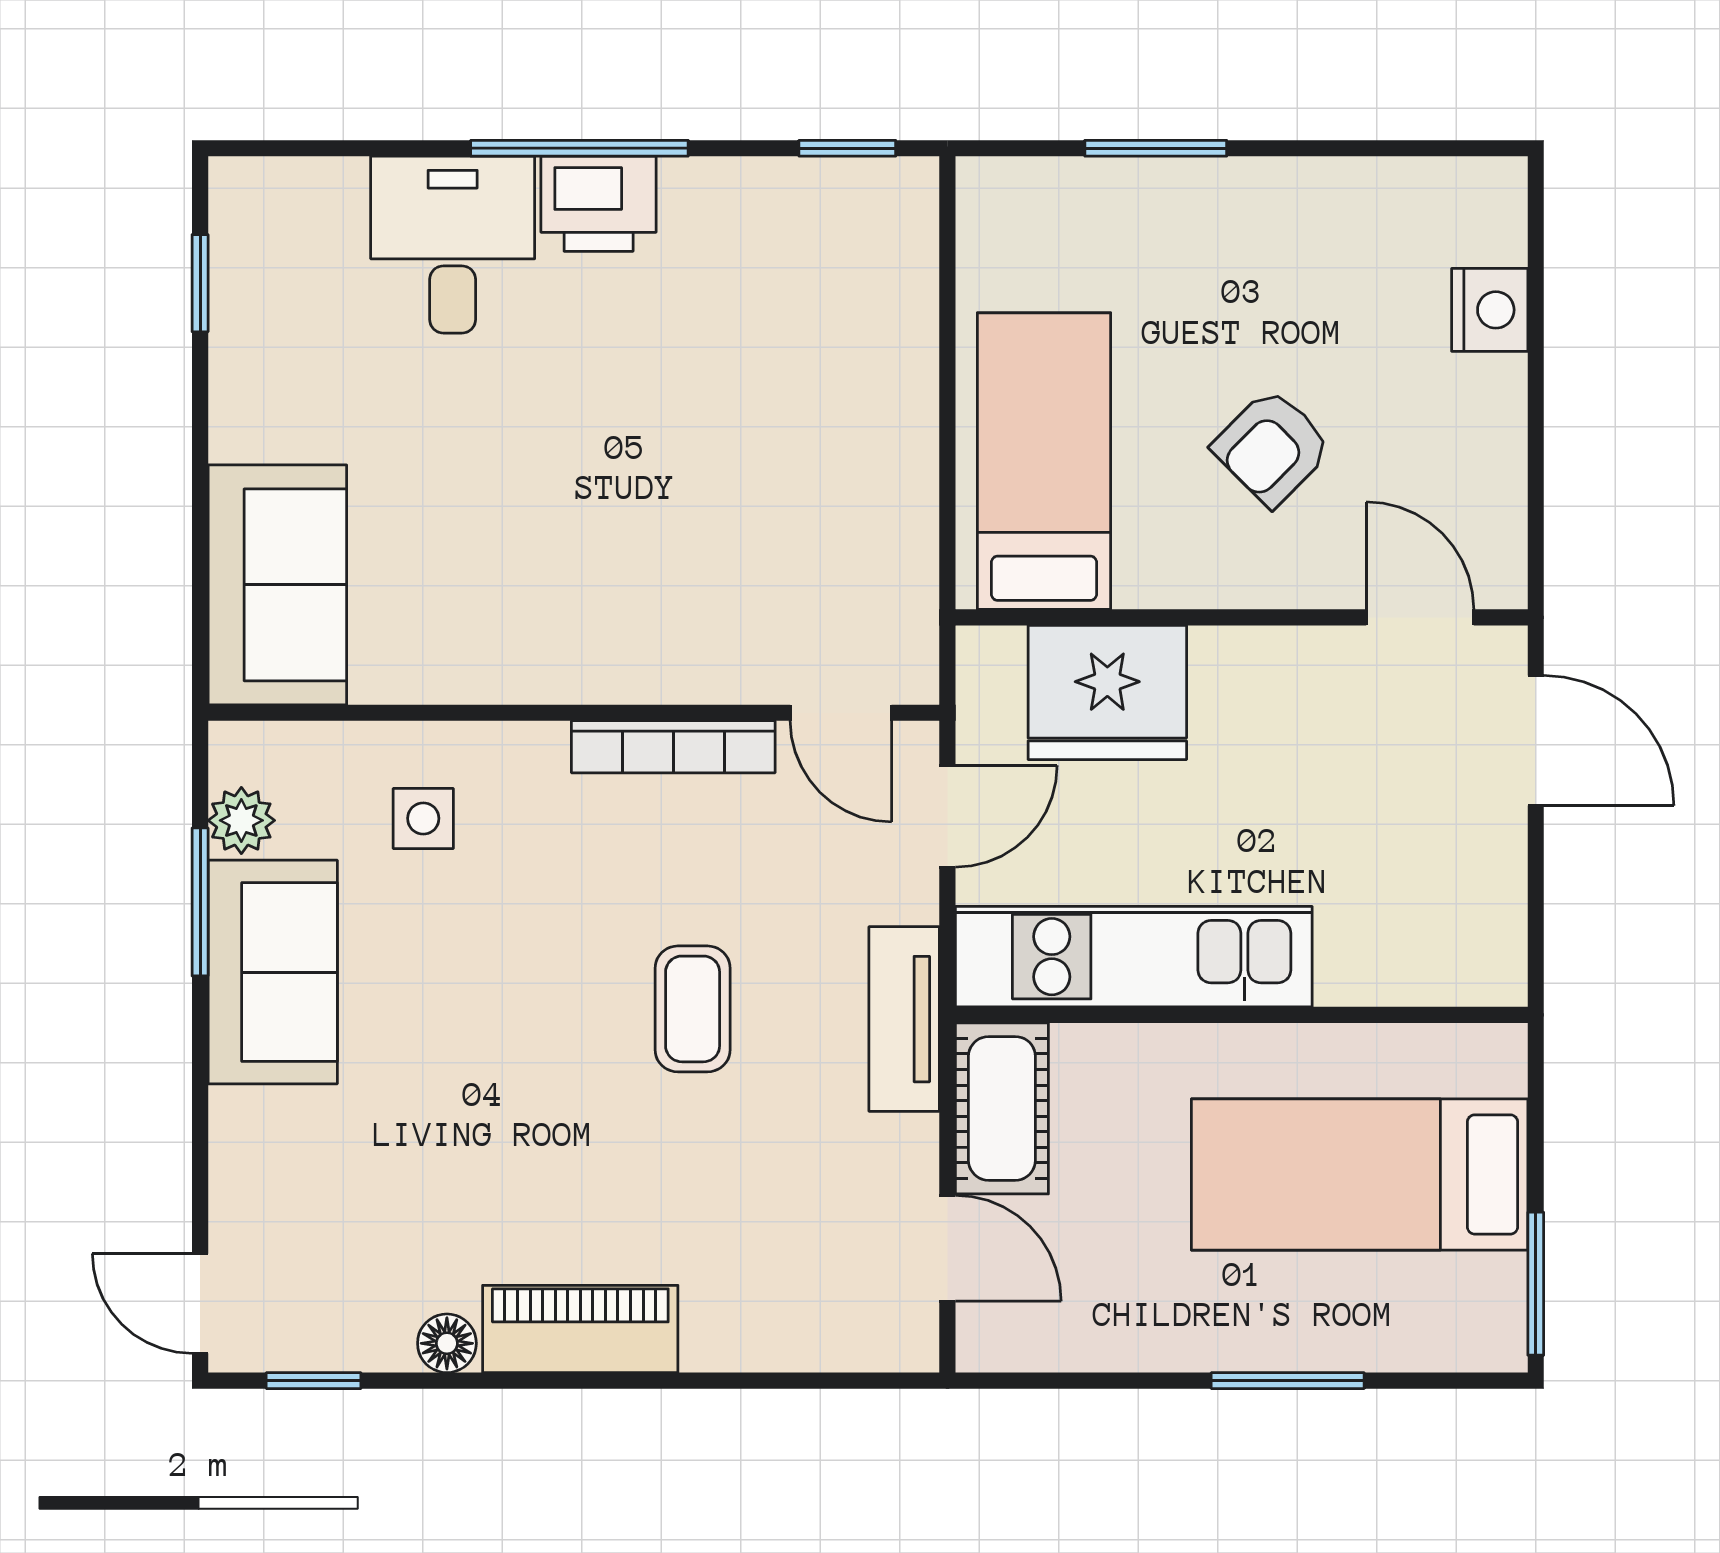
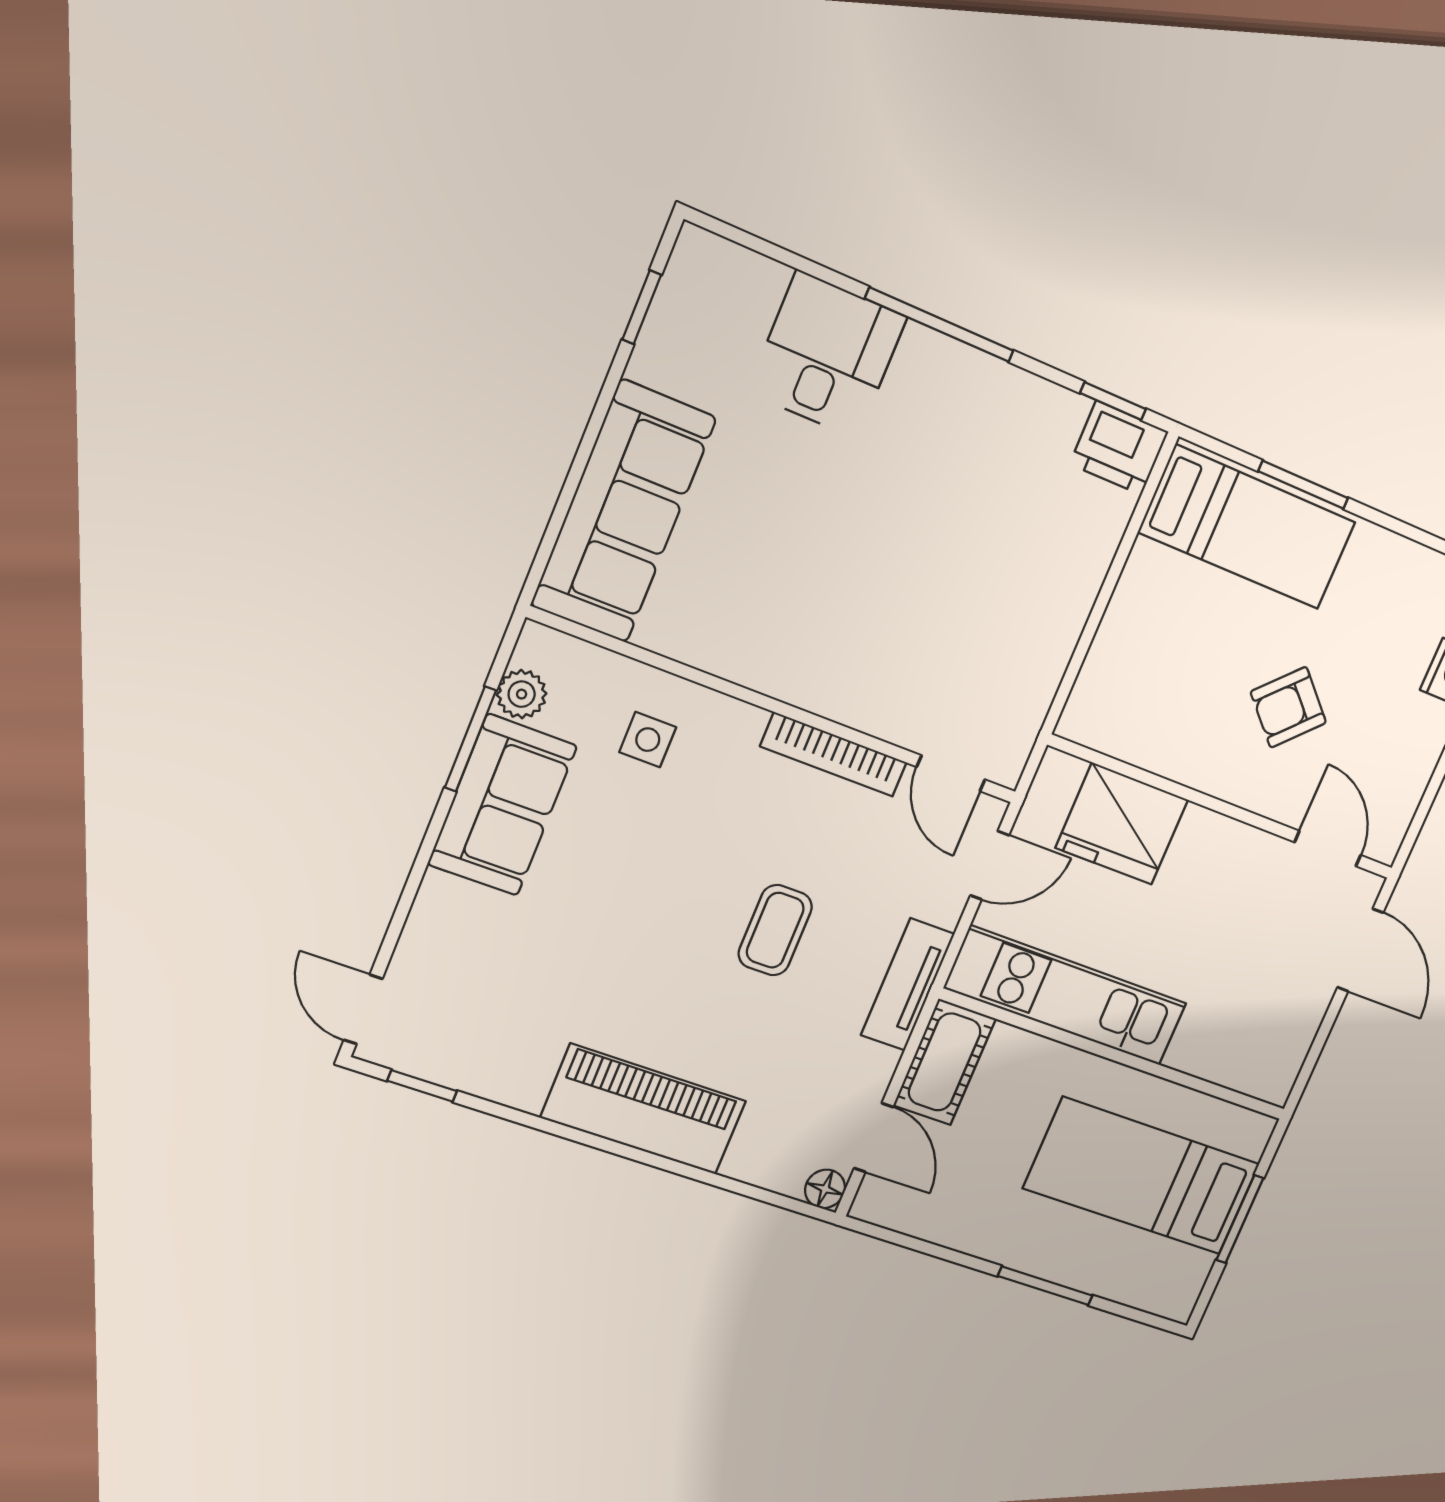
printer: (599, 204) -> (1119, 448), moved
bed: (1044, 461) -> (1247, 527), moved, turned 90
sofa: (277, 585) -> (624, 512), width x1.36
window: (1536, 1284) -> (1240, 1219), moved
piano: (580, 1329) -> (644, 1109), width x1.37, depth x1.33
floor lamp: (447, 1343) -> (825, 1189), moved

